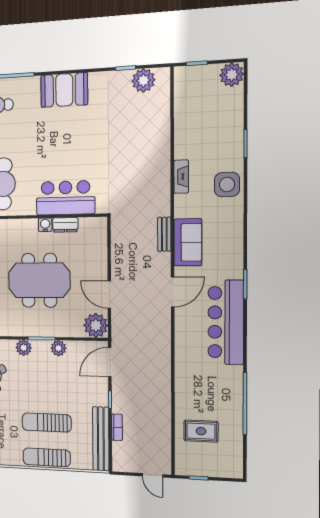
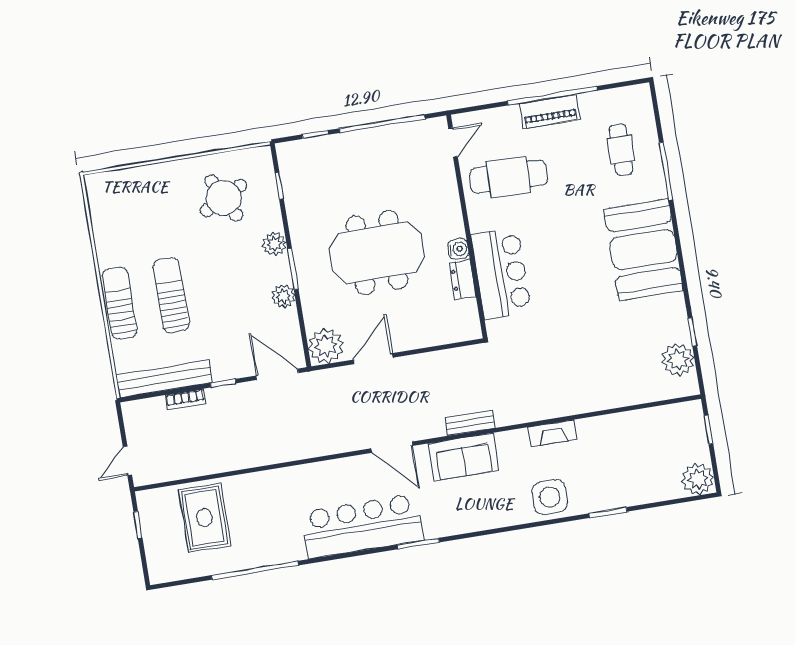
booth: (64, 90) -> (644, 250), width x1.36, depth x1.42
meeting table: (39, 280) -> (377, 253), turned 90
rug: (201, 431) -> (205, 518), width x1.36, depth x1.43

